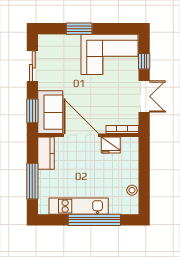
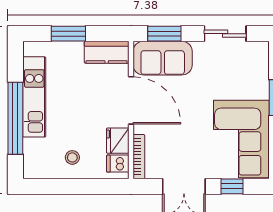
door: (81, 135) -> (131, 100), hinge flipped
dishwasher: (128, 145) -> (118, 164), added
window: (32, 181) -> (68, 34), width x0.69
stool: (132, 190) -> (72, 157), moved

